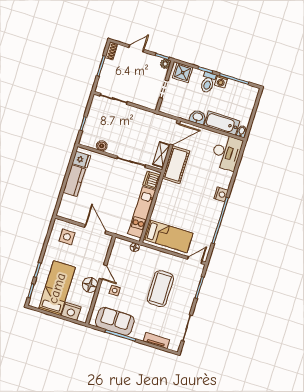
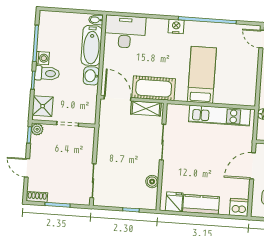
dishwasher: (152, 180) -> (239, 207), moved, turned 180
bed: (168, 236) -> (202, 75), moved

